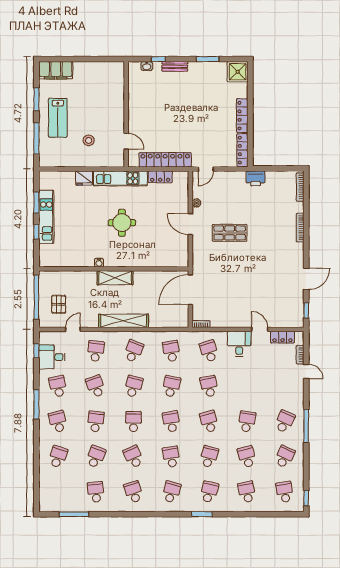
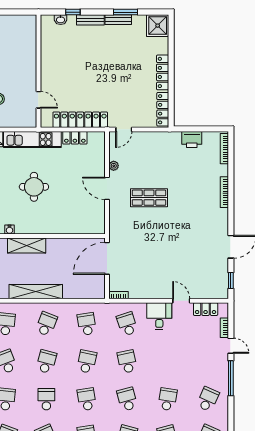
bench: (201, 66) -> (118, 20), added
printer: (256, 178) -> (192, 139), moved
window: (306, 426) -> (231, 378), moved

